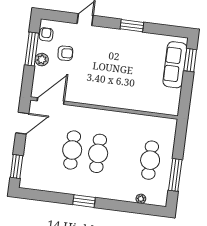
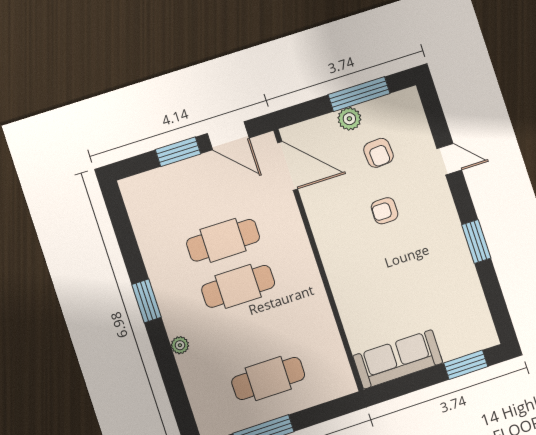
armchair: (46, 34) -> (385, 211), moved, turned 180
sofa: (175, 65) -> (398, 359), moved
window: (17, 166) -> (178, 152), moved
plant: (141, 199) -> (180, 345), moved

